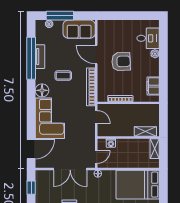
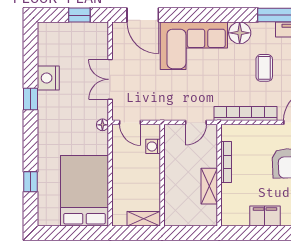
filing cabinet: (153, 86) -> (265, 216), moved
shelving: (145, 131) -> (209, 186), moved
double door: (70, 169) -> (110, 79), width x0.73

